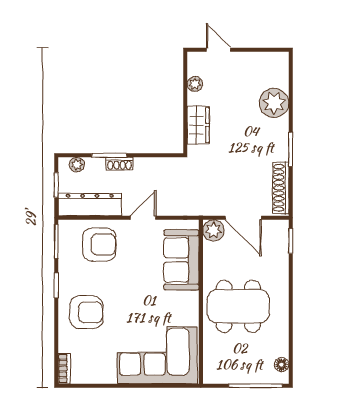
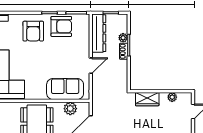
plant: (77, 165) -> (123, 38), moved
door: (143, 218) -> (91, 66), hinge flipped
plant: (213, 230) -> (70, 109), moved
armchair: (99, 245) -> (61, 26), moved, turned -90

